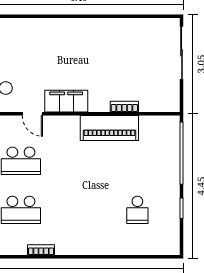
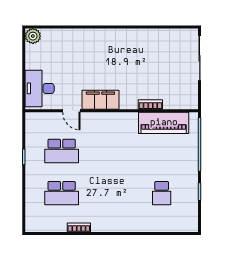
piano: (109, 128) -> (164, 123), moved

